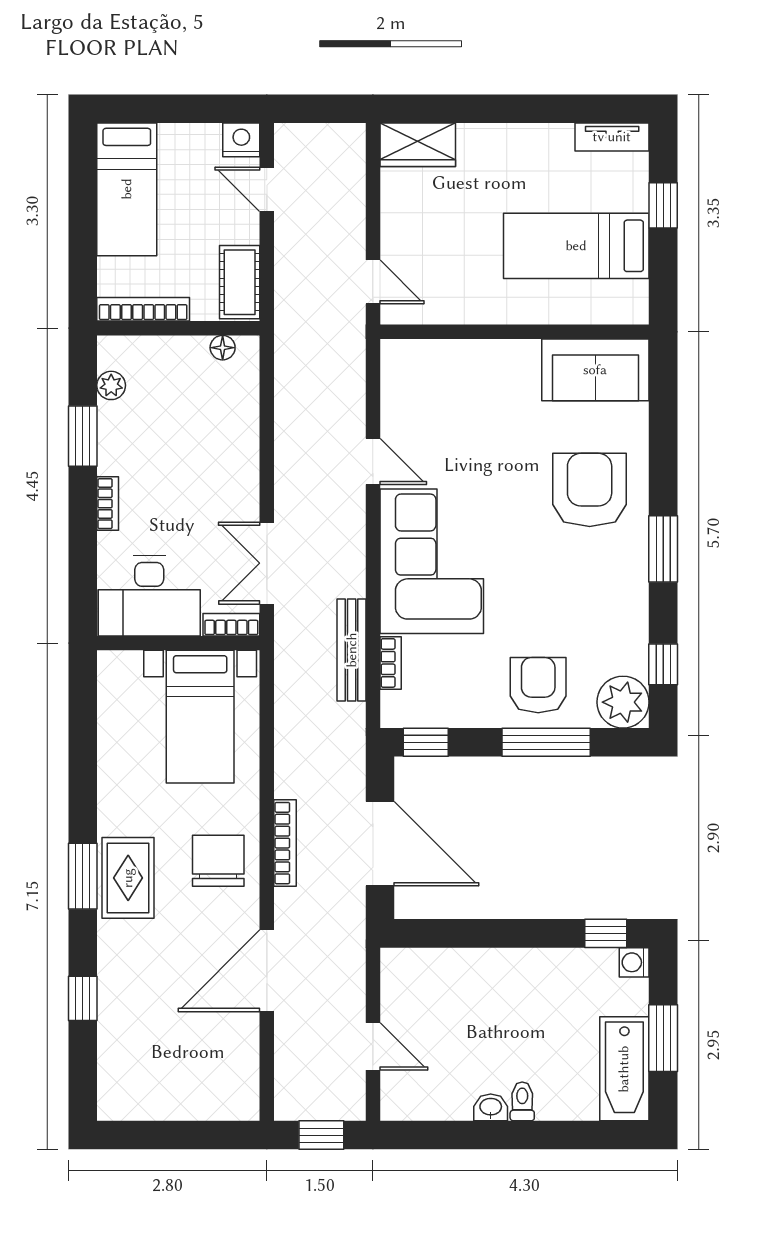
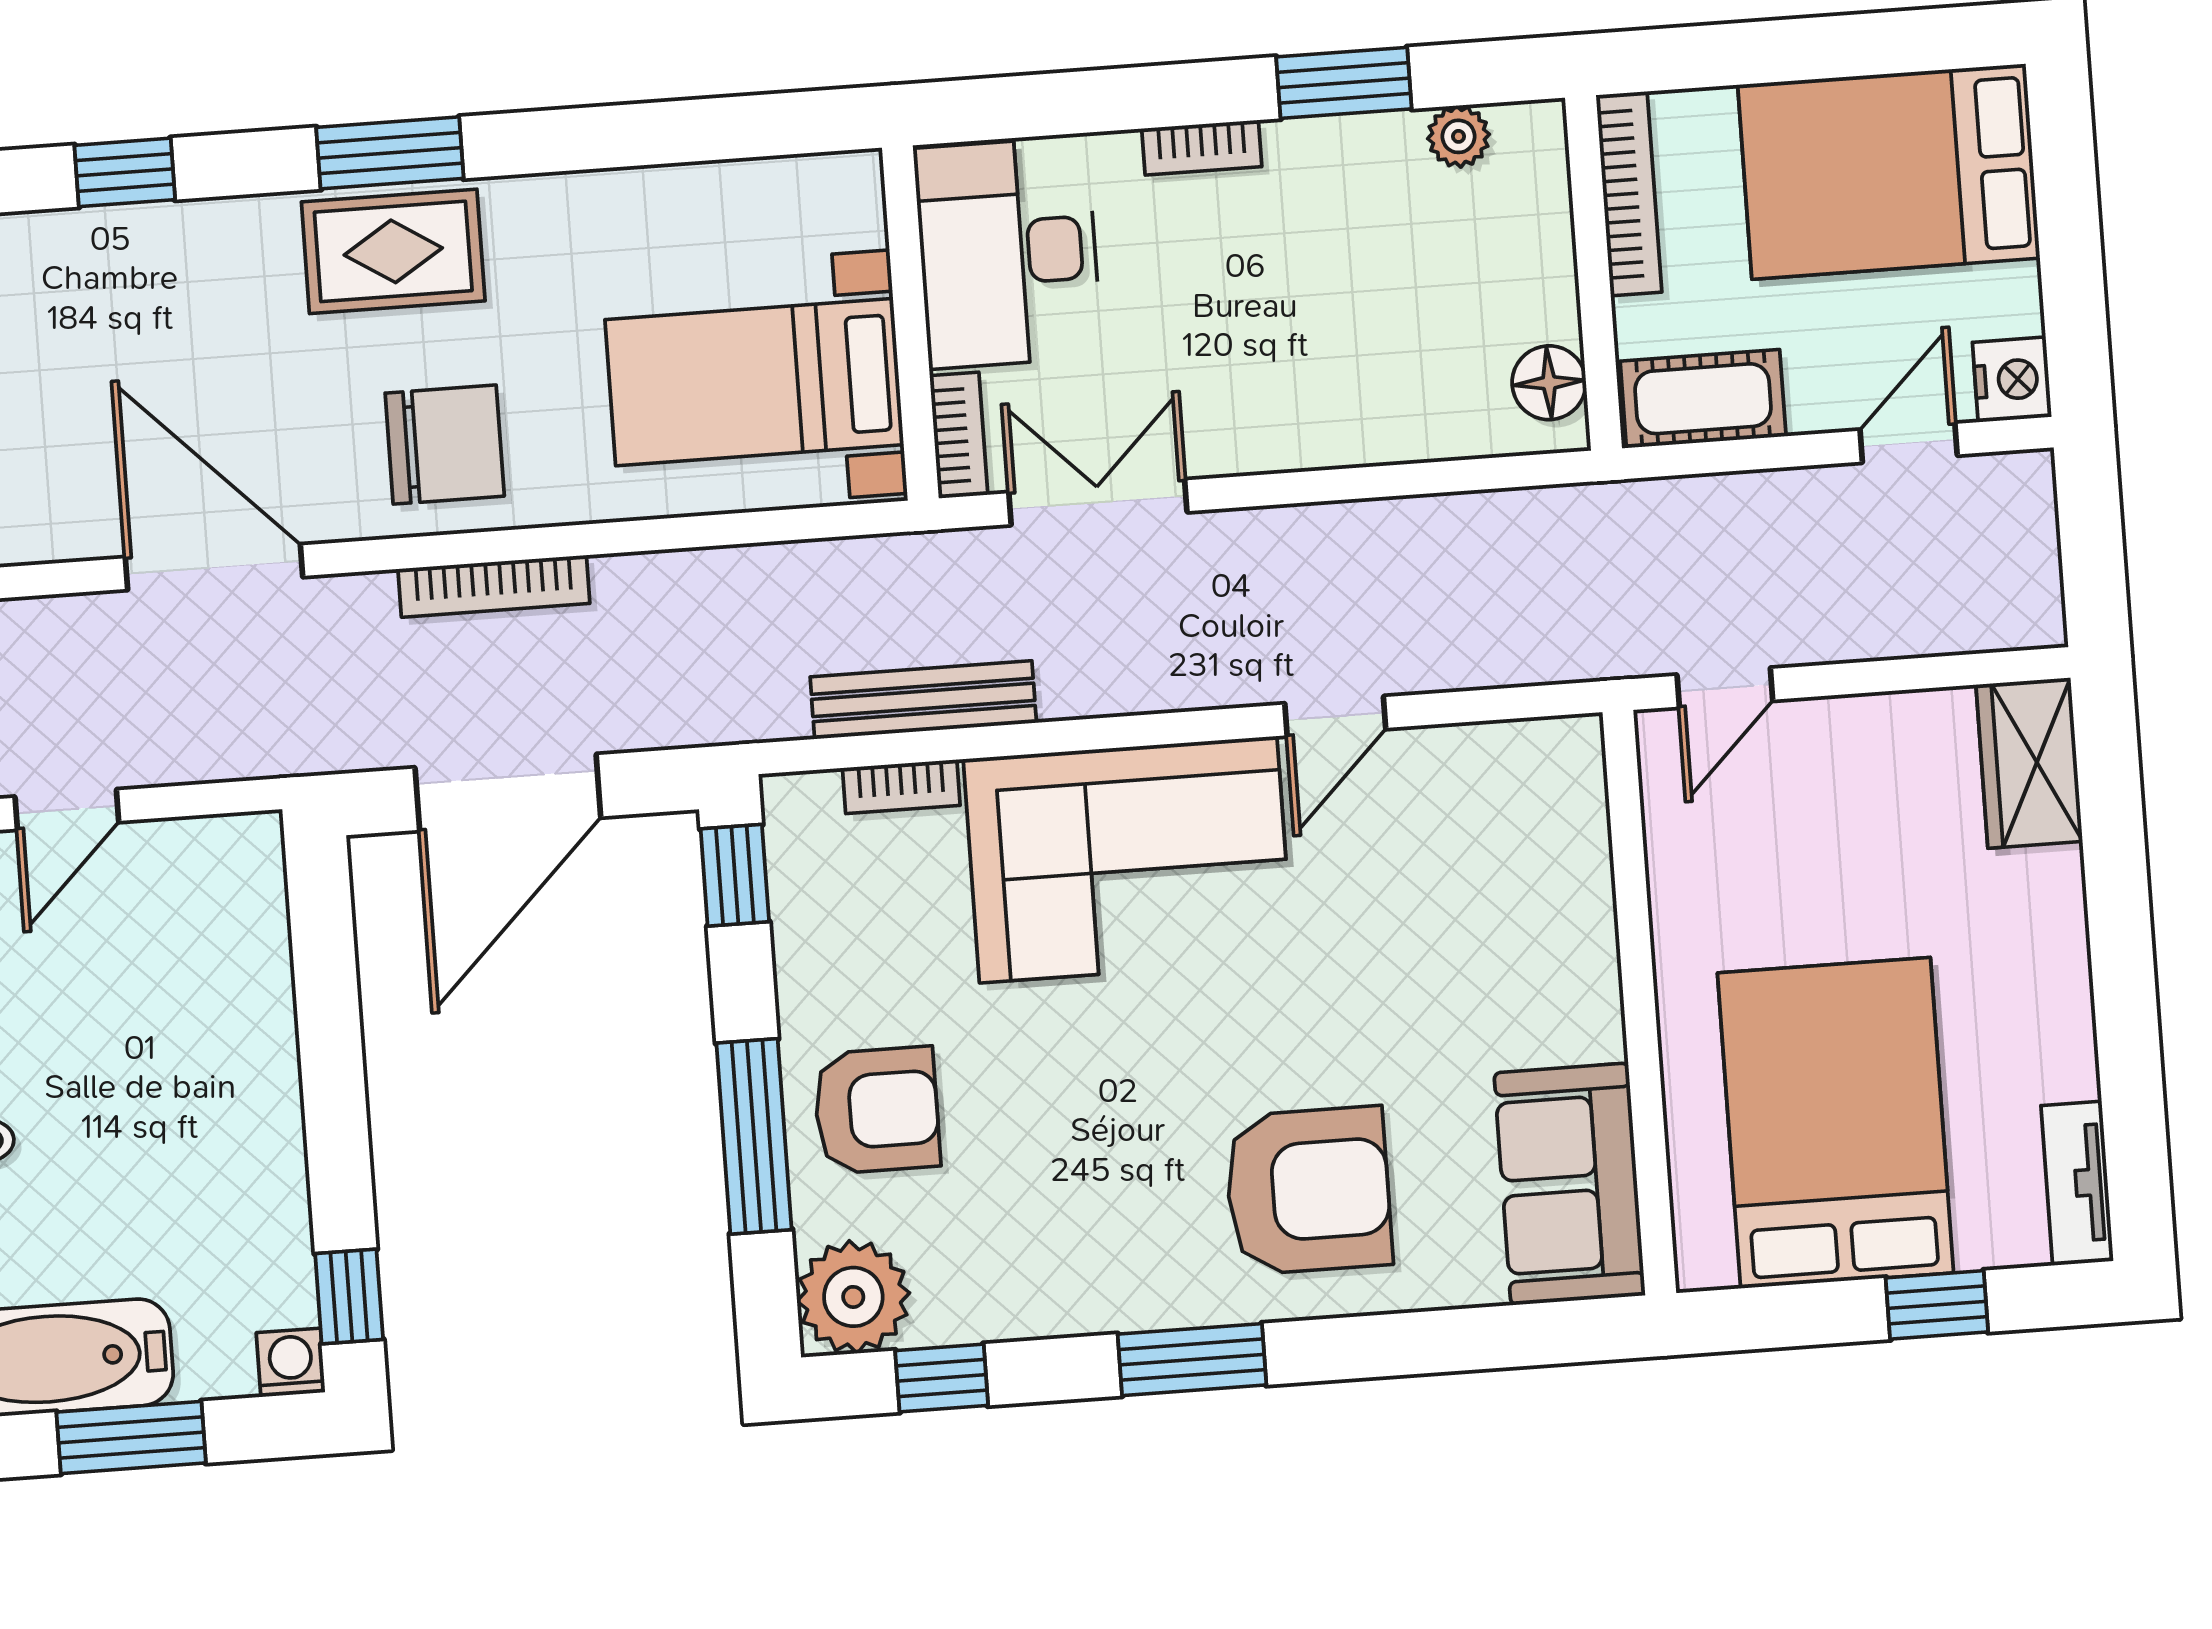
bed: (127, 189) -> (1889, 172), width x1.50
bed: (576, 246) -> (1835, 1123), width x1.50
floor lamp: (223, 348) -> (1549, 383), width x1.37, depth x1.37

